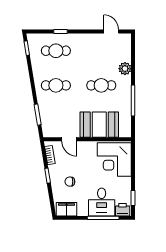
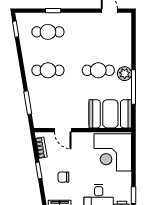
plant: (125, 69) -> (125, 74), moved
booth: (99, 125) -> (110, 114), moved

